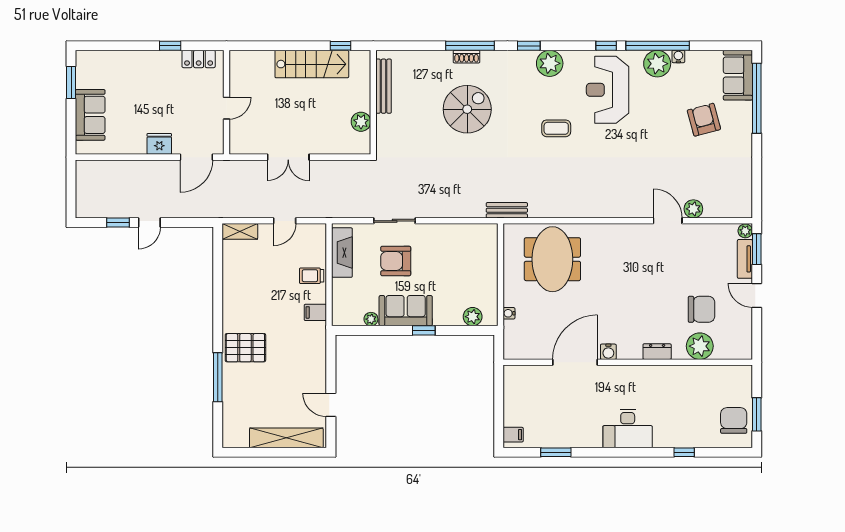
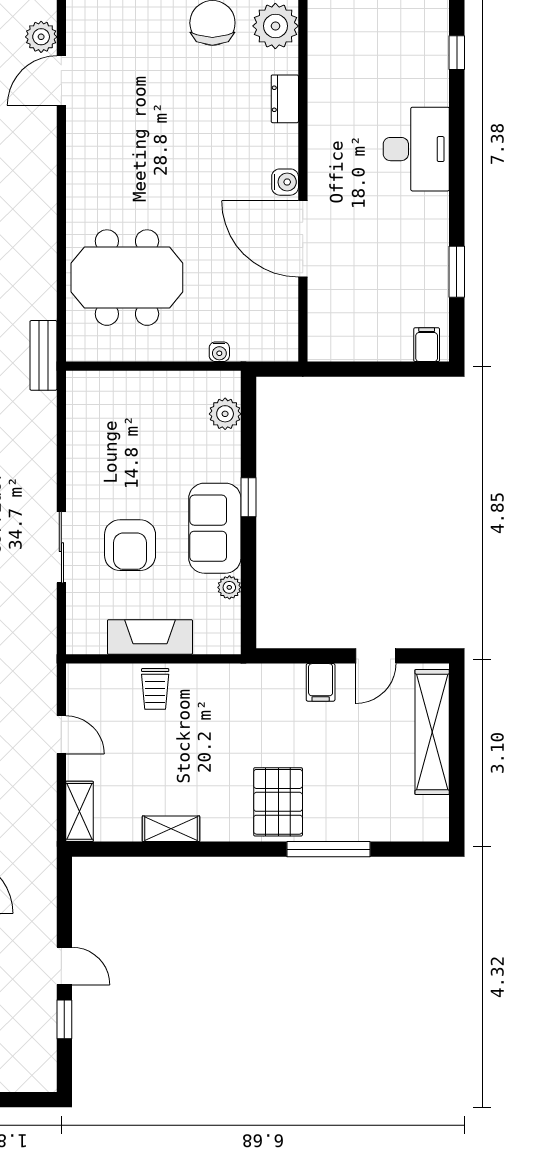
fireplace: (342, 253) -> (150, 637), moved
shelving: (230, 285) -> (171, 829), added
filing cabinet: (315, 312) -> (321, 682), moved

